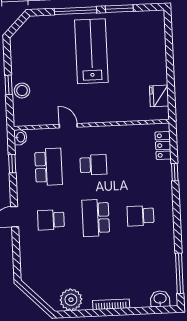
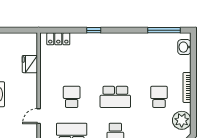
fridge: (159, 96) -> (30, 64), moved, turned 90
window: (175, 172) -> (94, 30), moved
school desk: (141, 216) -> (159, 97), moved, turned 180

